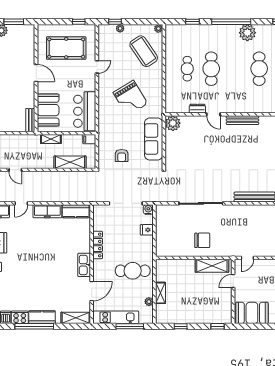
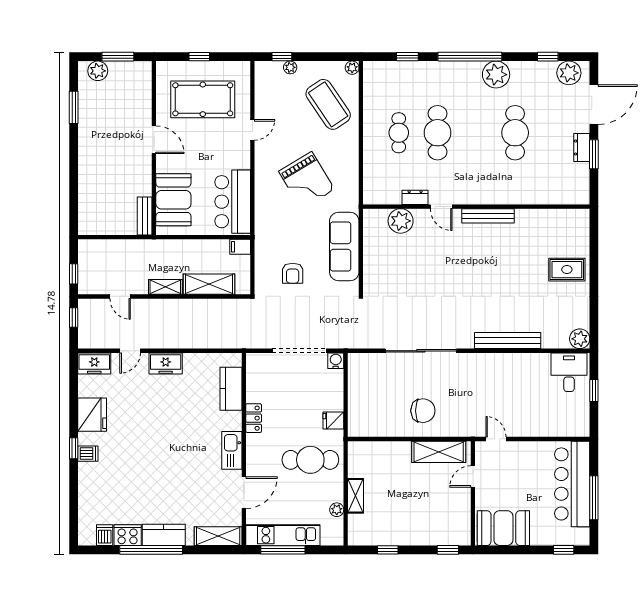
window: (79, 22) -> (199, 57), moved
plant: (173, 123) -> (401, 221), moved
shelving: (51, 139) -> (165, 287), moved
freezer: (47, 211) -> (166, 363), width x0.71
kitchen counter: (76, 211) -> (231, 389), moved, turned 90
fridge: (147, 230) -> (333, 421), moved
locker: (98, 245) -> (254, 418), width x0.66
door: (247, 258) -> (496, 439), swing flipped
window: (130, 326) -> (283, 550), moved

